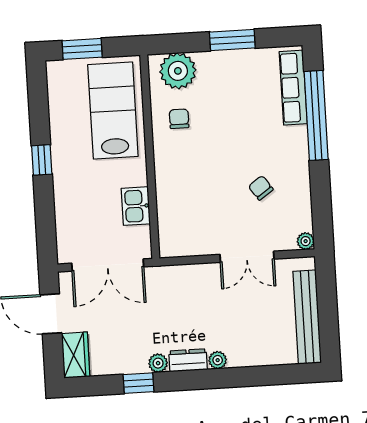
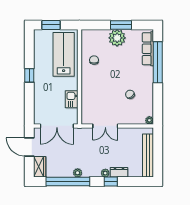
plant: (178, 71) -> (117, 38), moved
double door: (247, 257) -> (105, 126), moved
dresser: (188, 360) -> (119, 172), moved
window: (230, 378) -> (111, 182), added
window: (138, 383) -> (68, 182), width x3.17

